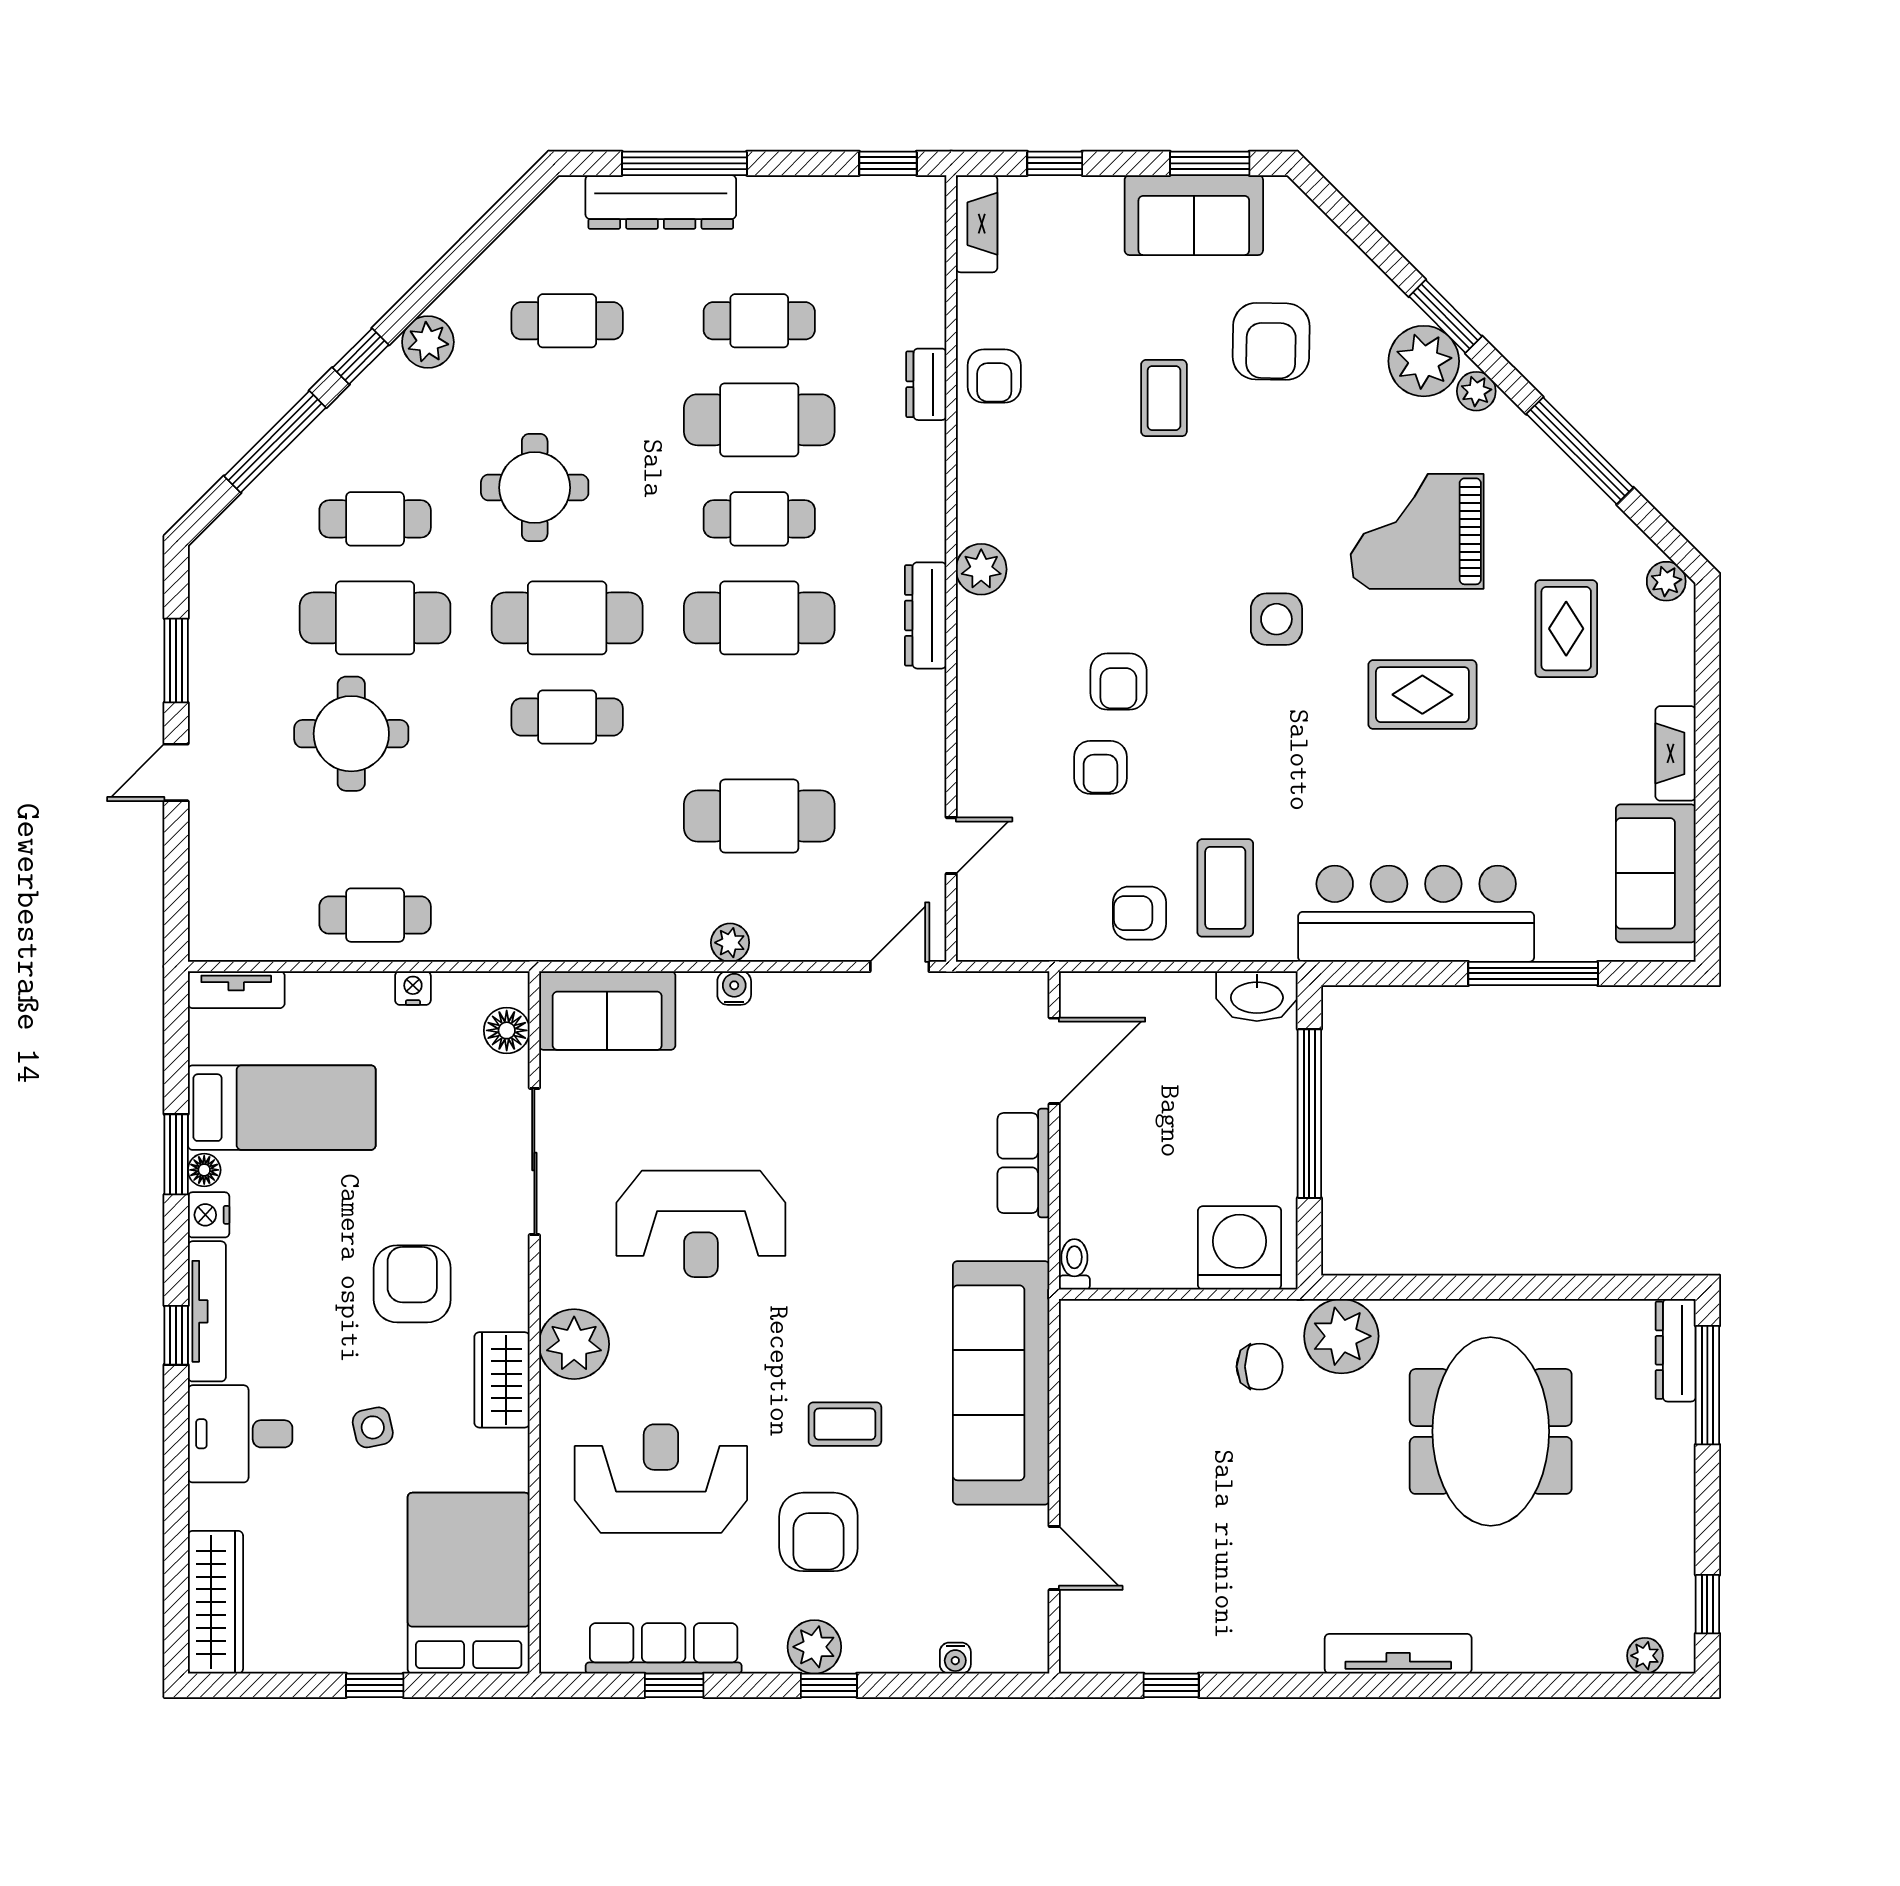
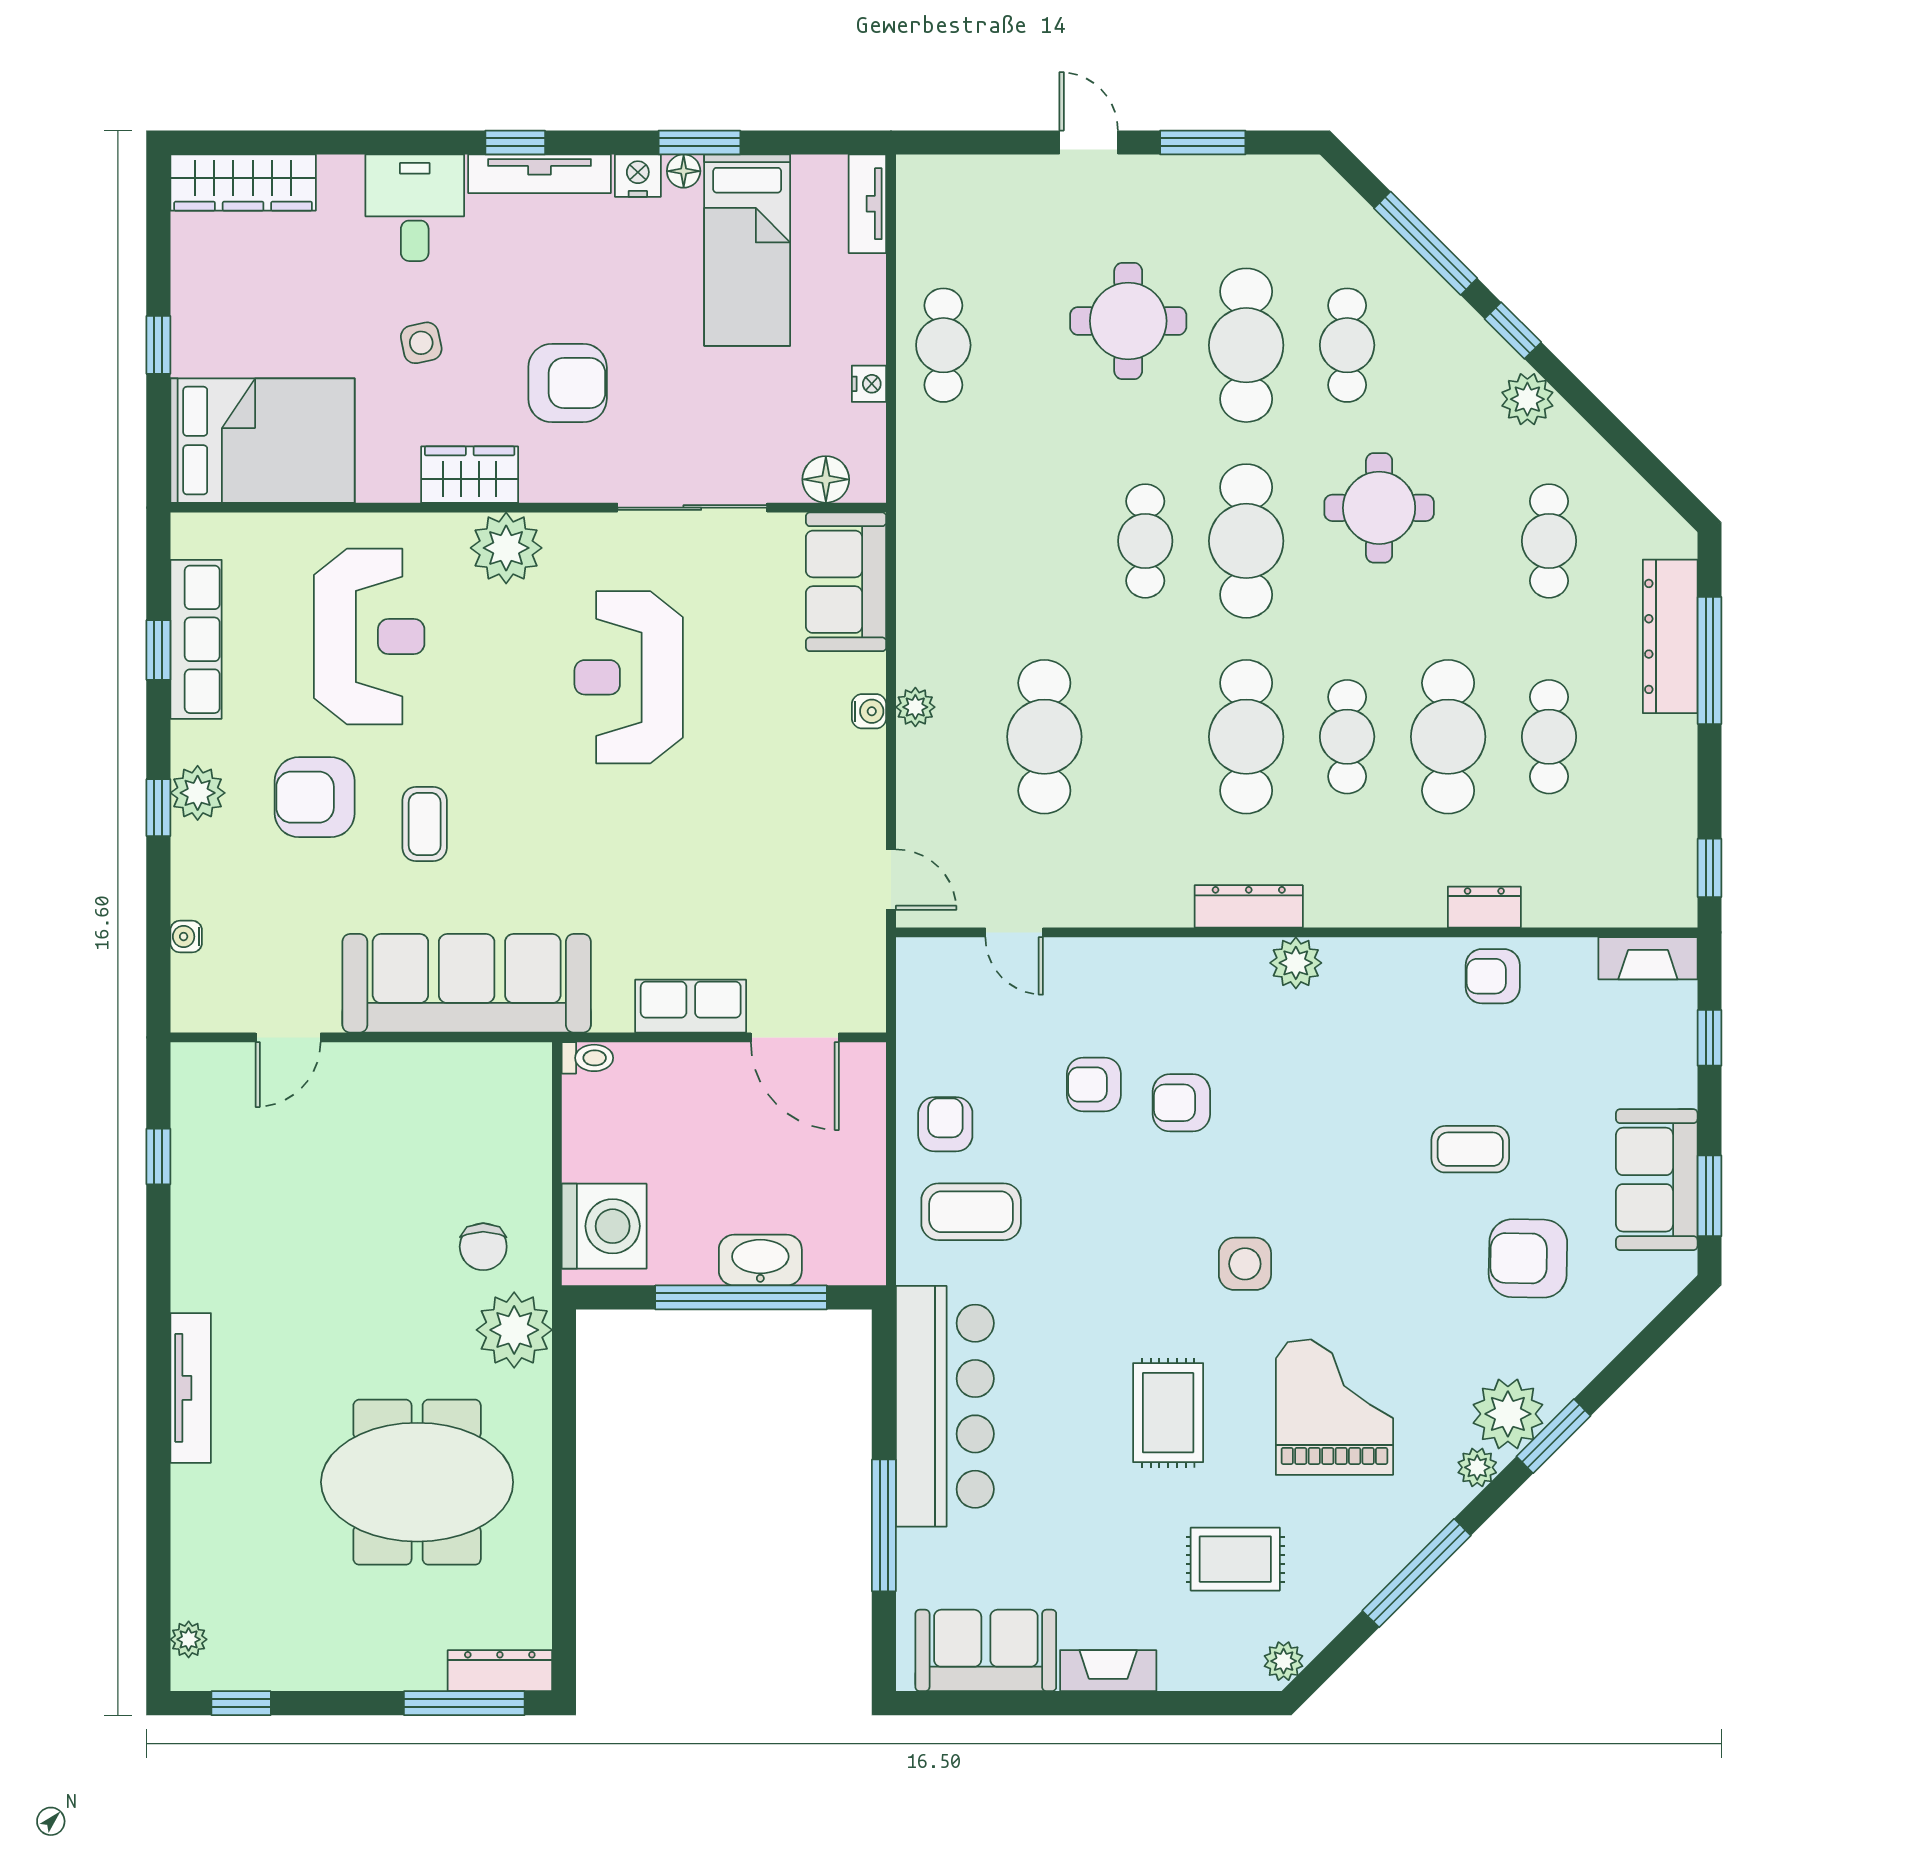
washbasin: (1257, 996) -> (760, 1260), moved, turned 90

